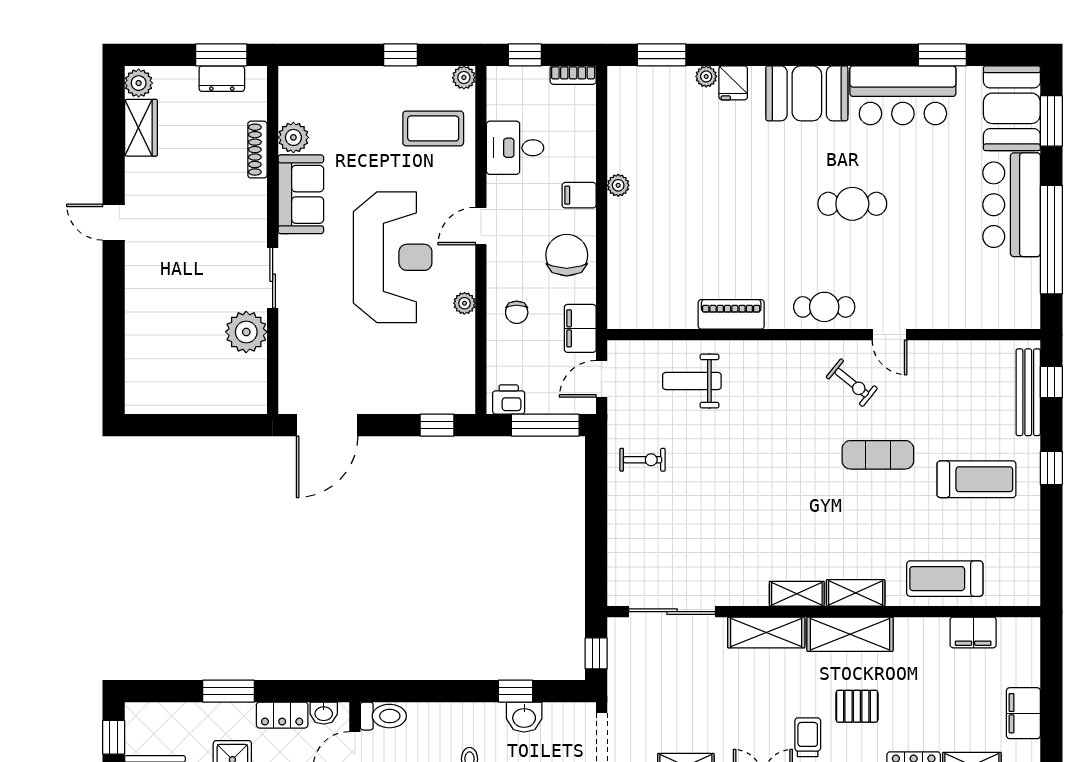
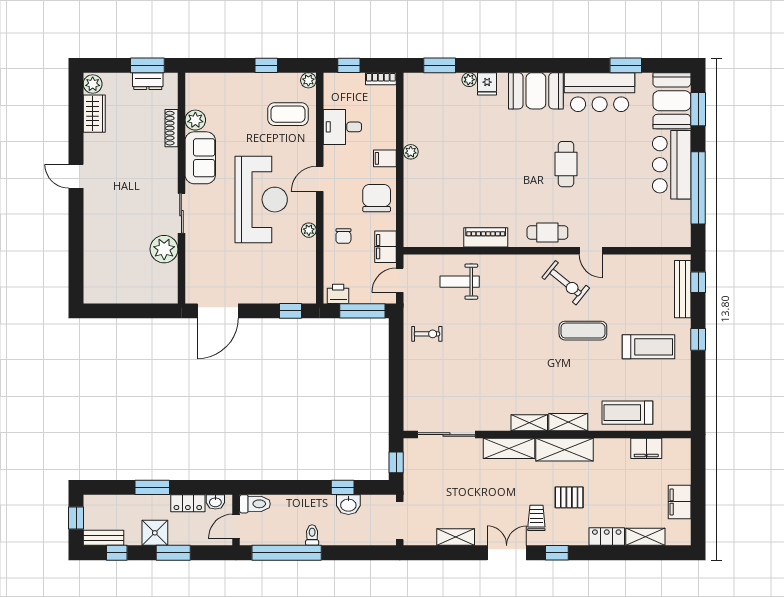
cafe table: (852, 204) -> (566, 164), turned 90
exercise bike: (852, 383) -> (566, 283), width x1.38, depth x1.39

